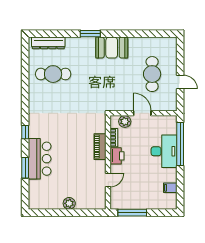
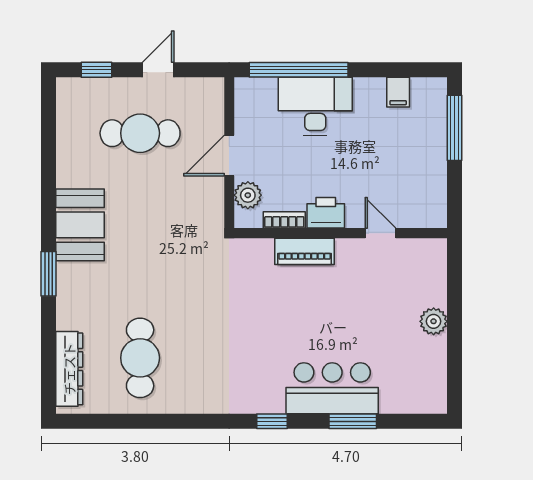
window: (180, 55) -> (96, 70), added
window: (132, 213) -> (454, 128), moved

